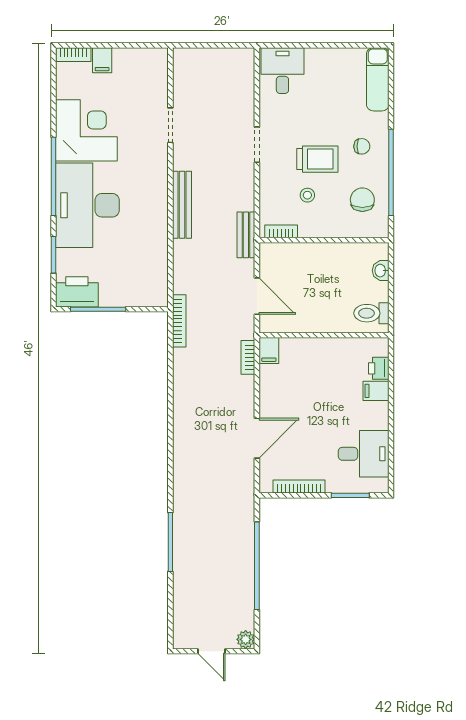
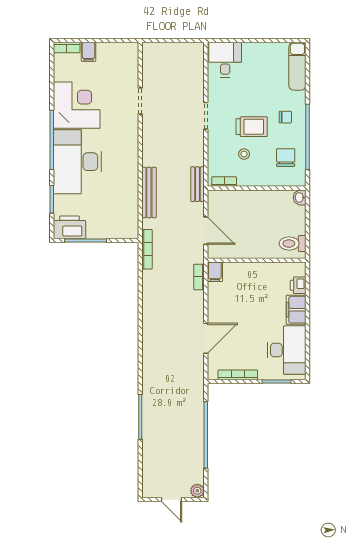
bench: (182, 205) -> (149, 192), moved
washbasin: (381, 271) -> (300, 197), moved
filing cabinet: (376, 391) -> (296, 310), width x2.00
desk: (364, 454) -> (287, 350), width x1.37

